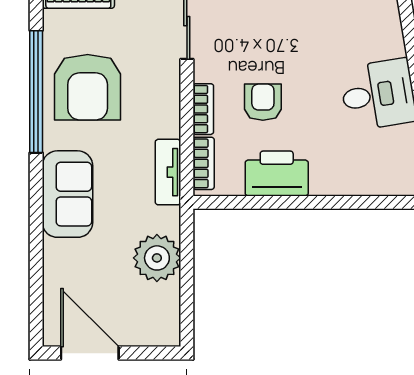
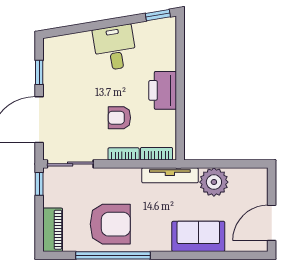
tv unit: (168, 172) -> (170, 175), width x1.41
printer: (277, 173) -> (163, 90), moved
sofa: (67, 194) -> (198, 236), moved

